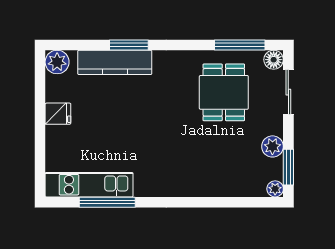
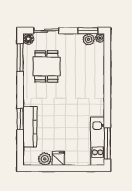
plant: (57, 62) -> (45, 159), moved
dining table: (224, 92) -> (46, 66), turned 90
plant: (272, 146) -> (89, 39), moved
window: (107, 202) -> (107, 143), moved

